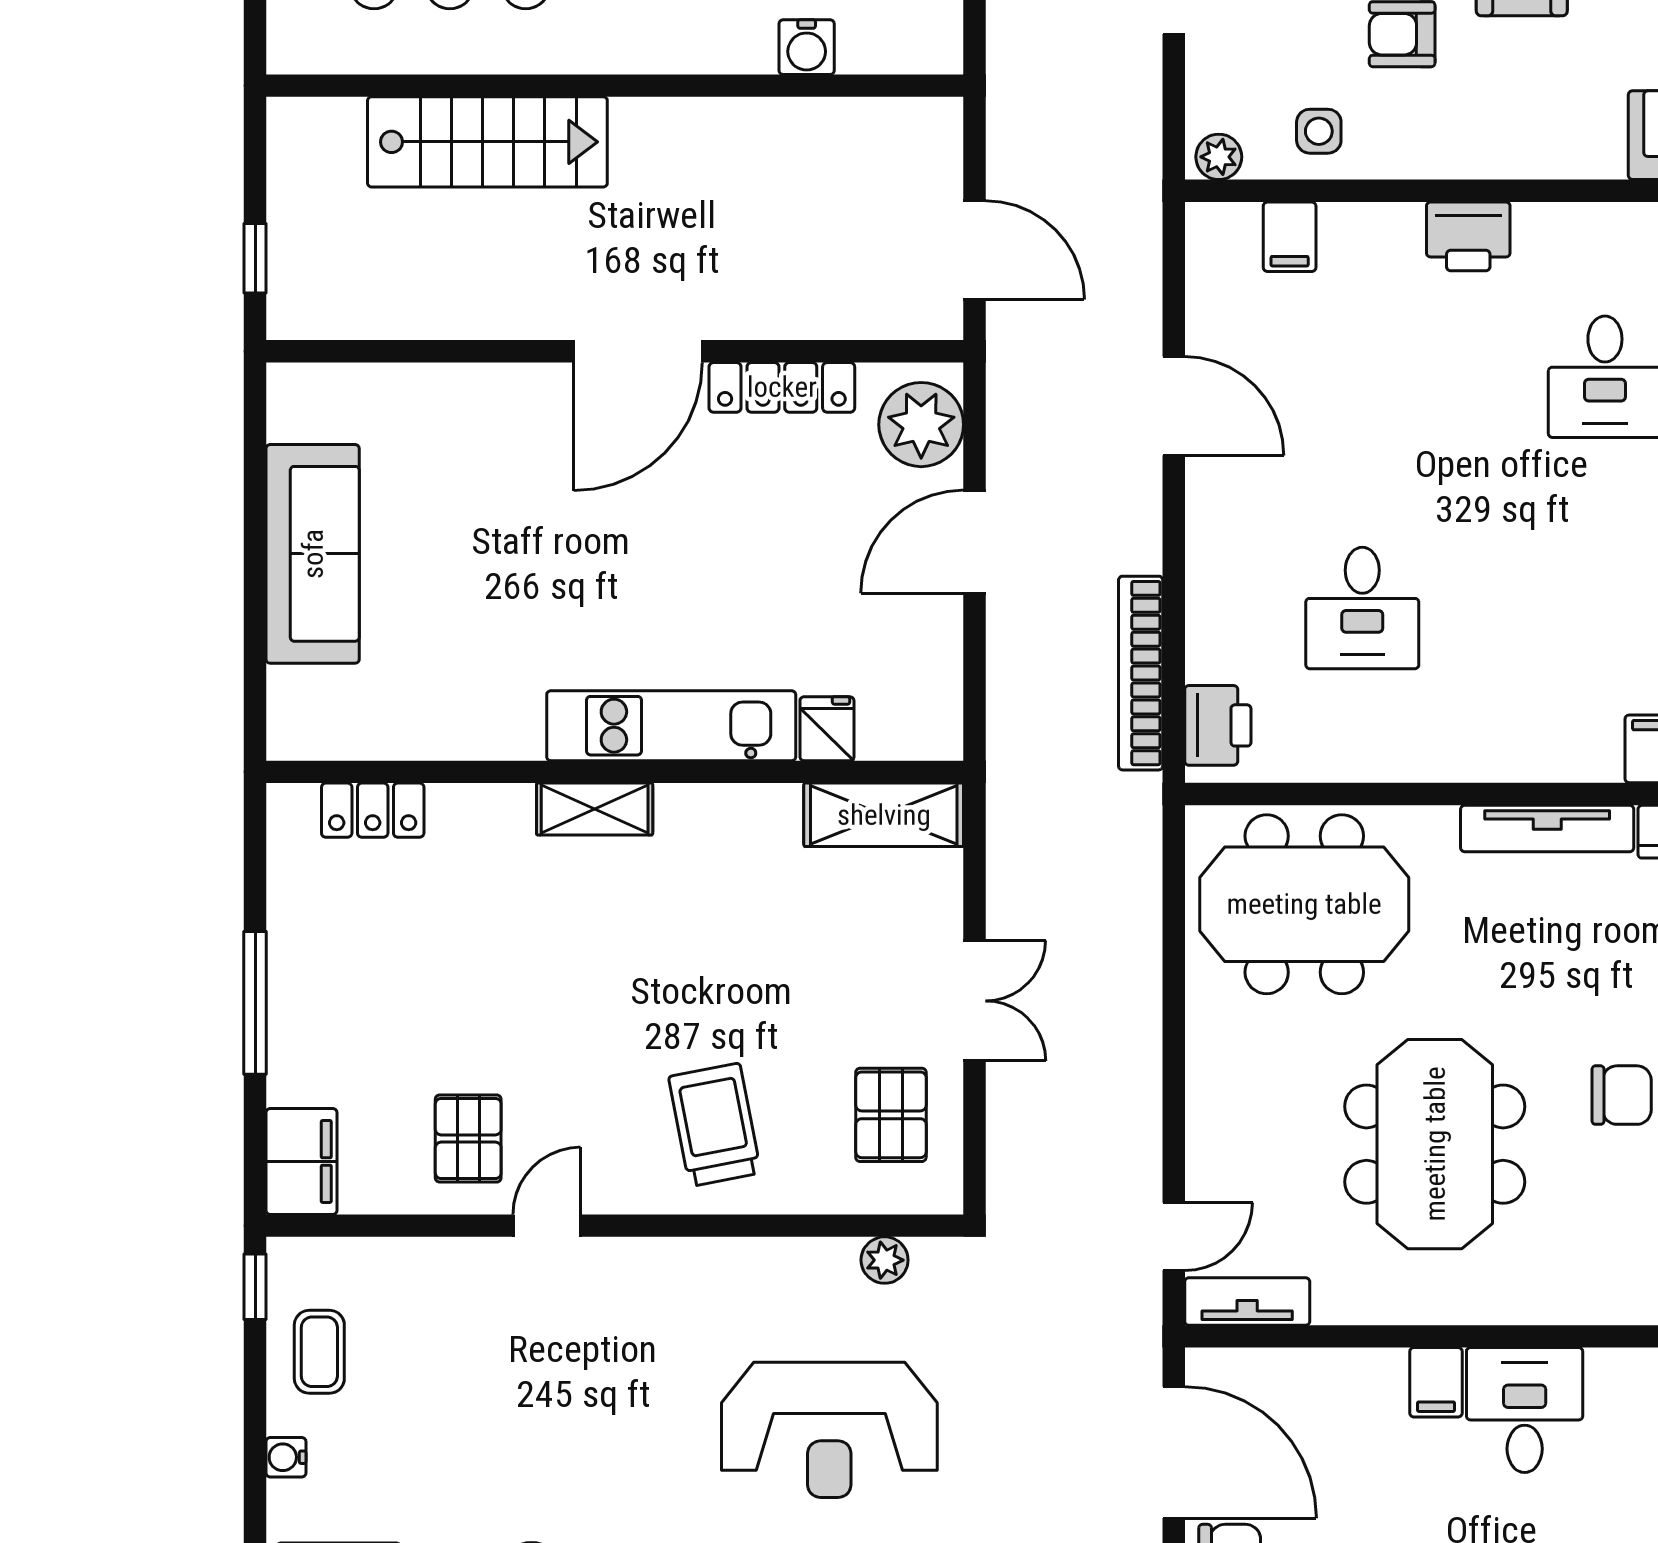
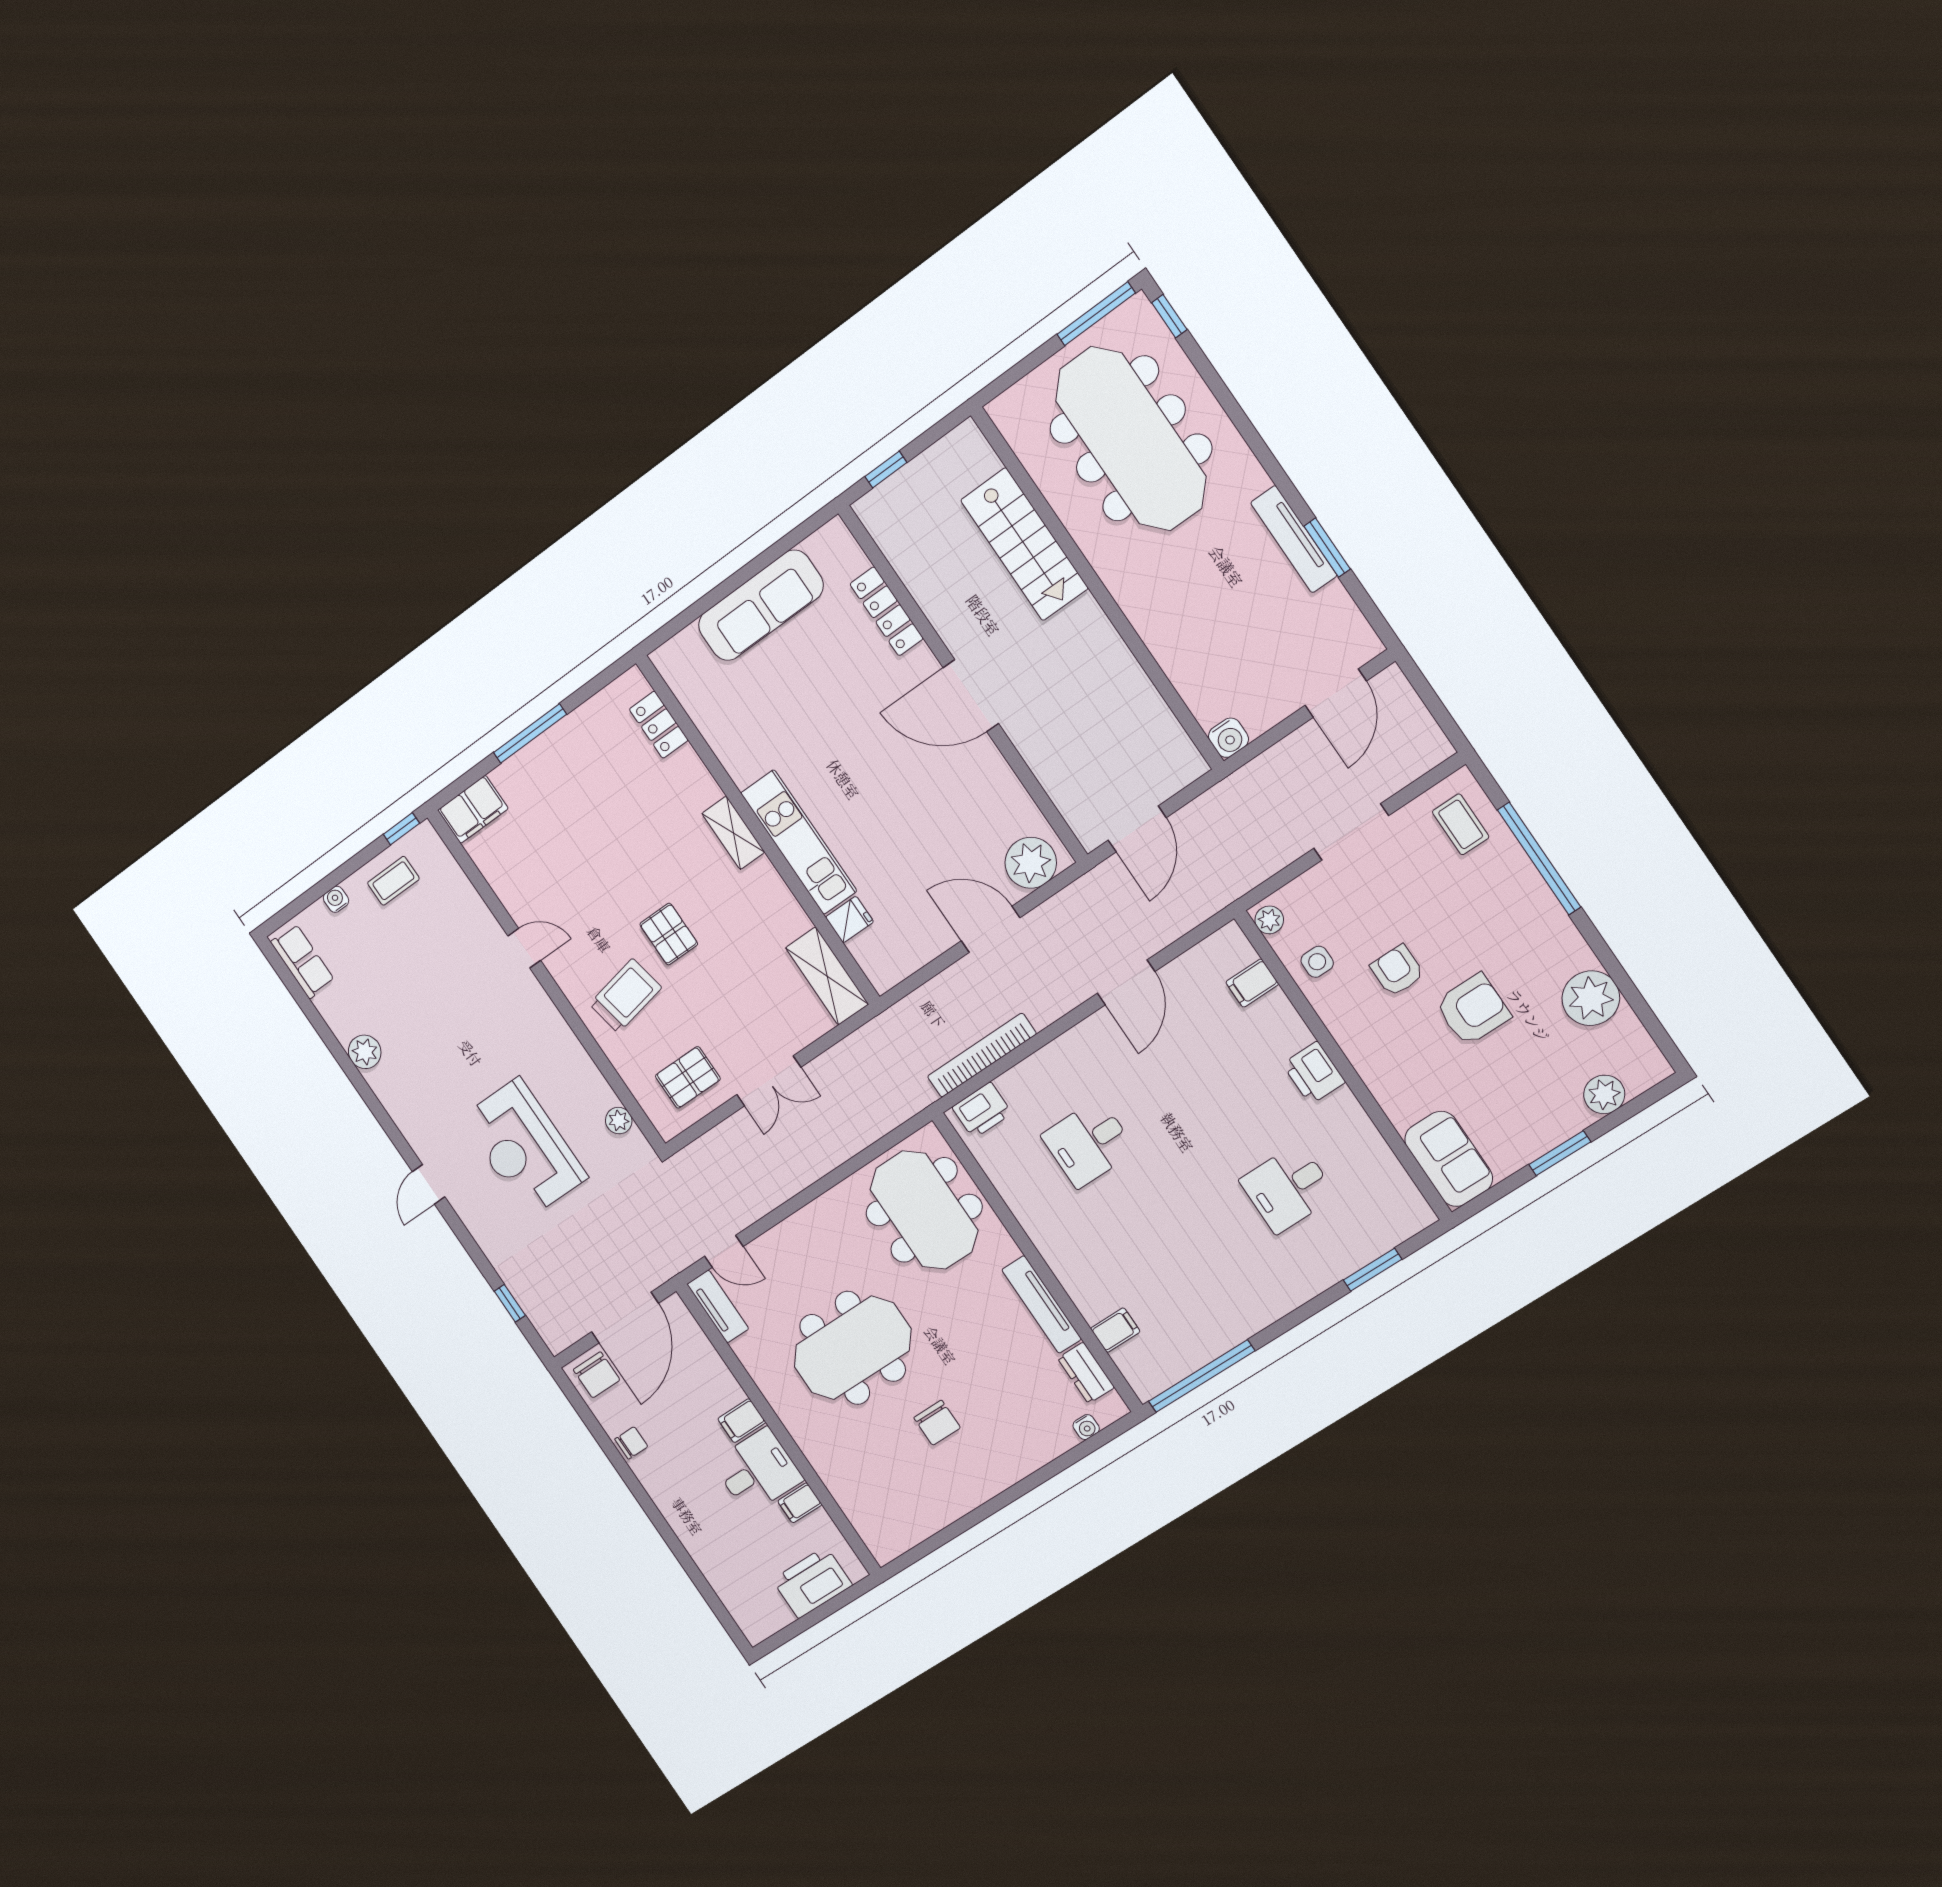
water cooler: (807, 47) -> (1228, 738), moved, turned -90
locker: (782, 387) -> (887, 611), moved
pallet: (468, 1139) -> (669, 934), moved, turned 90
filing cabinet: (1611, 1379) -> (800, 1503), added

